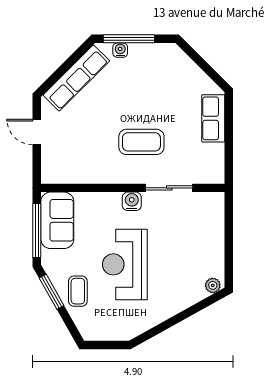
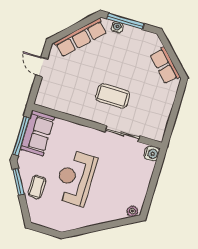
row of seats: (213, 118) -> (165, 66), moved, turned -45
water cooler: (132, 201) -> (152, 153), moved, turned 90

